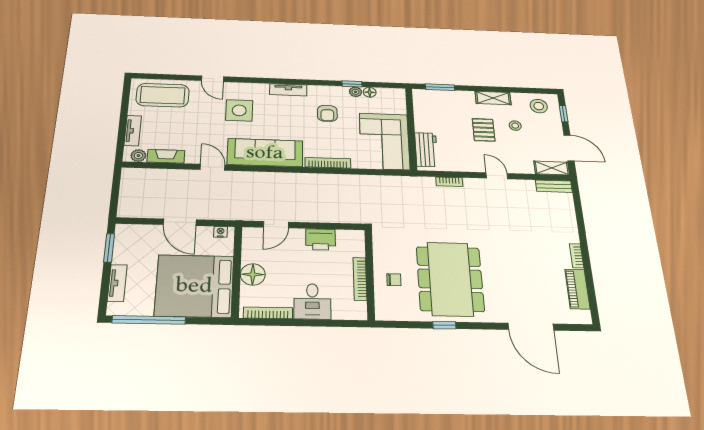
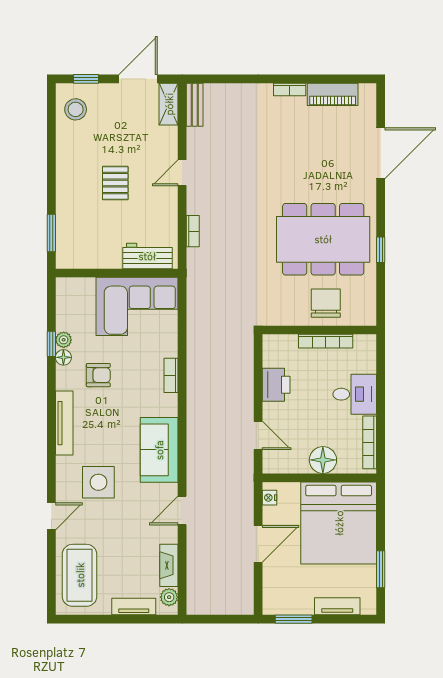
tv unit: (288, 90) -> (64, 423), width x1.41
floor lamp: (370, 92) -> (63, 357), moved
shelving: (493, 98) -> (65, 167), removed
stool: (515, 126) -> (107, 143), removed
pallet: (484, 130) -> (115, 183), turned 90
sofa: (265, 153) -> (159, 450), width x0.73
bookcase: (328, 163) -> (171, 375), width x0.64
chair: (394, 280) -> (326, 303), width x1.87, depth x1.87
window: (149, 320) -> (381, 569), width x0.47

